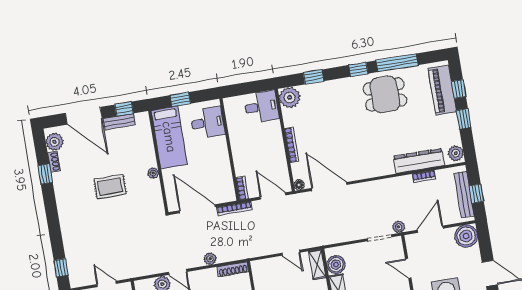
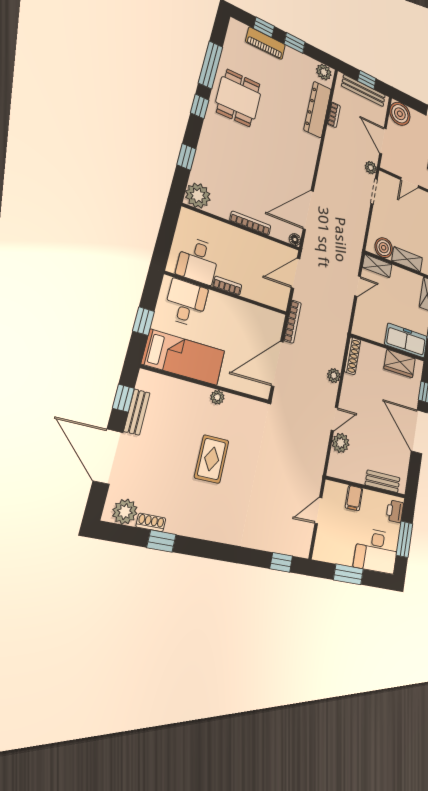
piano: (442, 90) -> (266, 43), width x0.73, depth x0.75
desk: (261, 107) -> (198, 261), moved, turned 180
door: (84, 116) -> (108, 457), swing flipped
bookcase: (242, 188) -> (227, 286), moved

